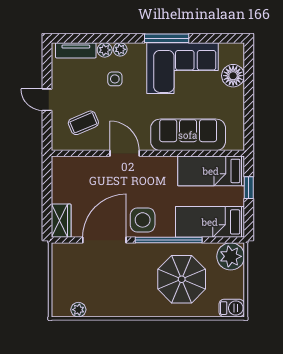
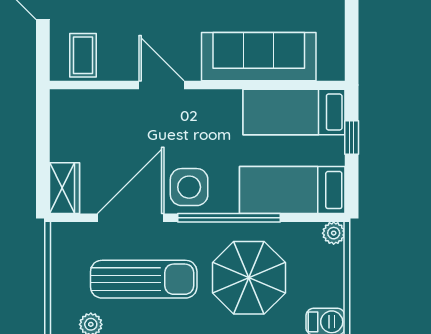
coffee table: (83, 123) -> (83, 55), moved, turned -67
plant: (231, 256) -> (334, 233), width x0.53, depth x0.53
sun lounger: (113, 280) -> (144, 279), added

